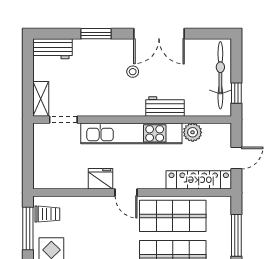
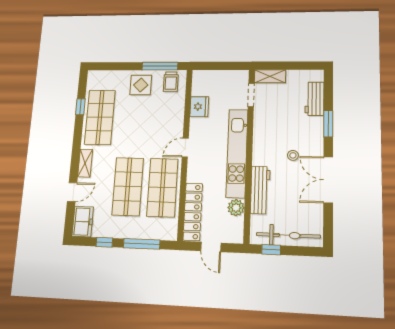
workbench: (52, 49) -> (314, 99), moved
workbench: (165, 106) -> (260, 190), width x1.38
fridge: (101, 179) -> (199, 107), moved

